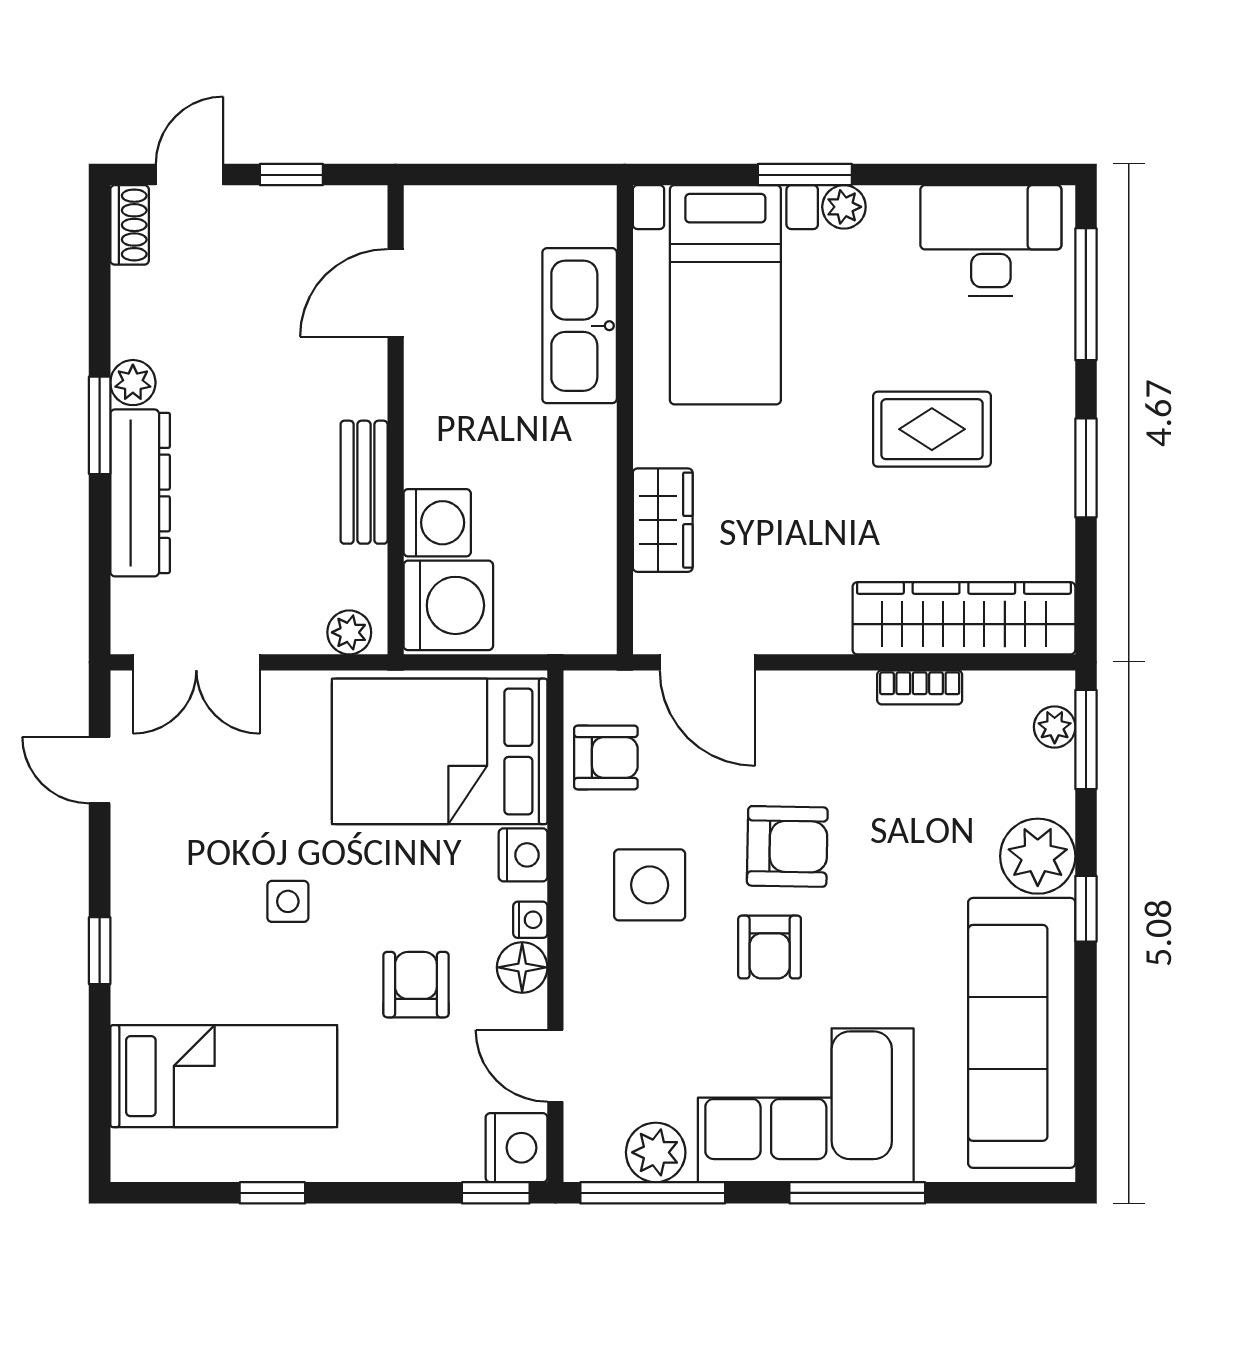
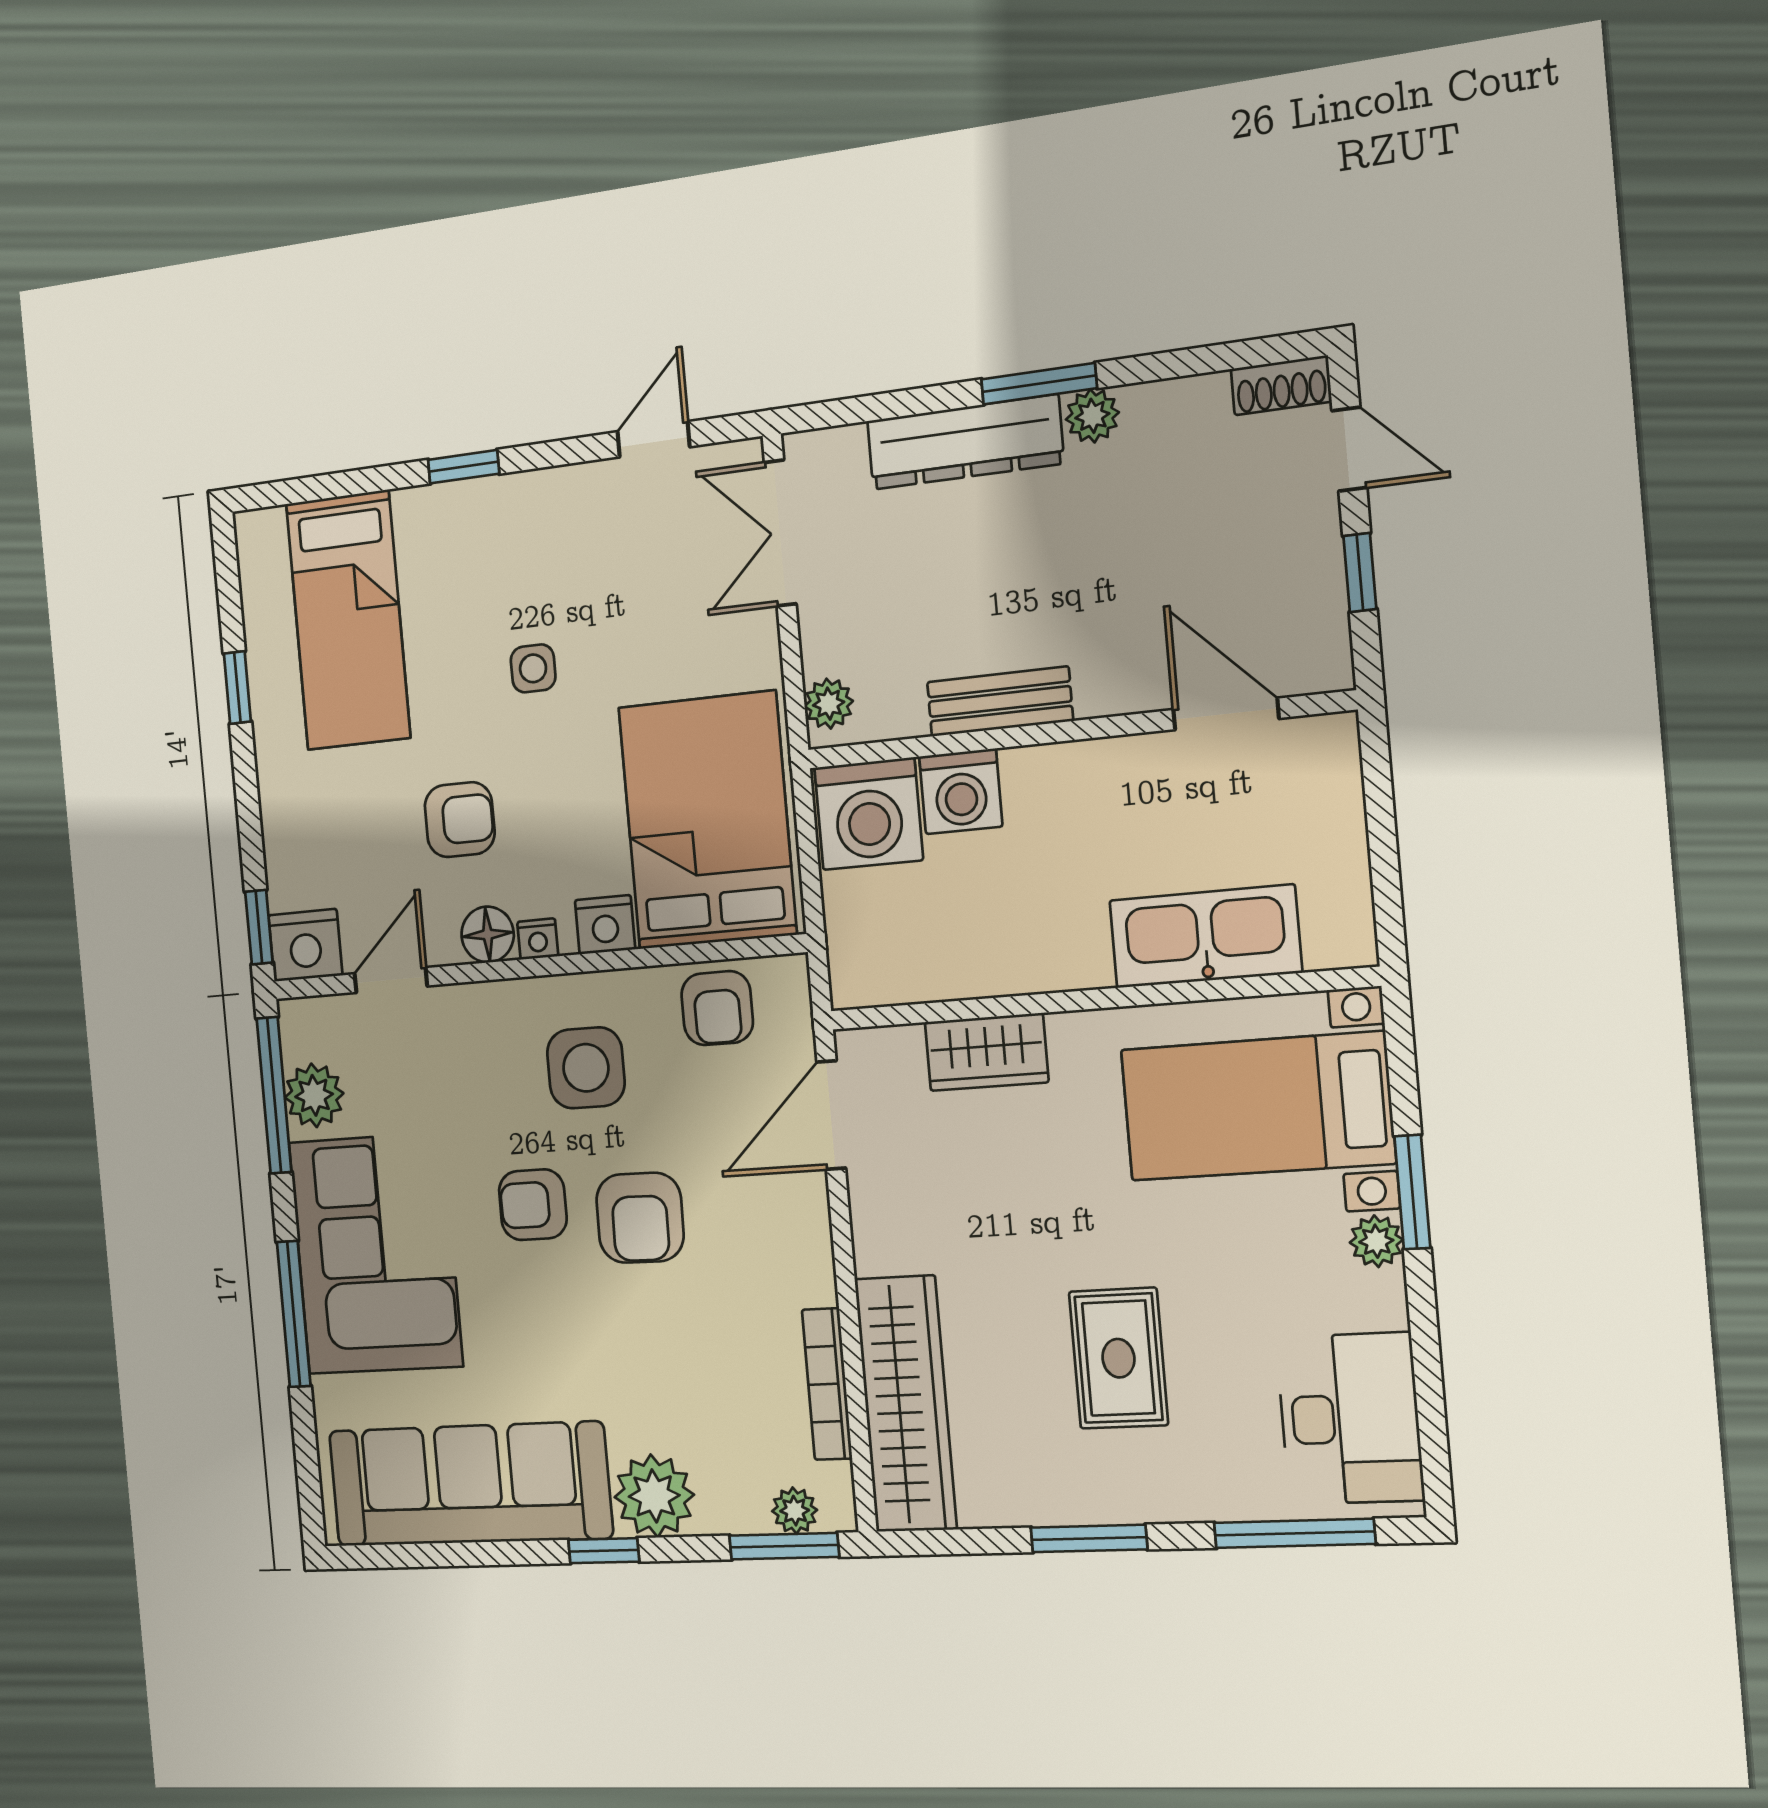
bookcase: (920, 687) -> (827, 1384), width x1.56

